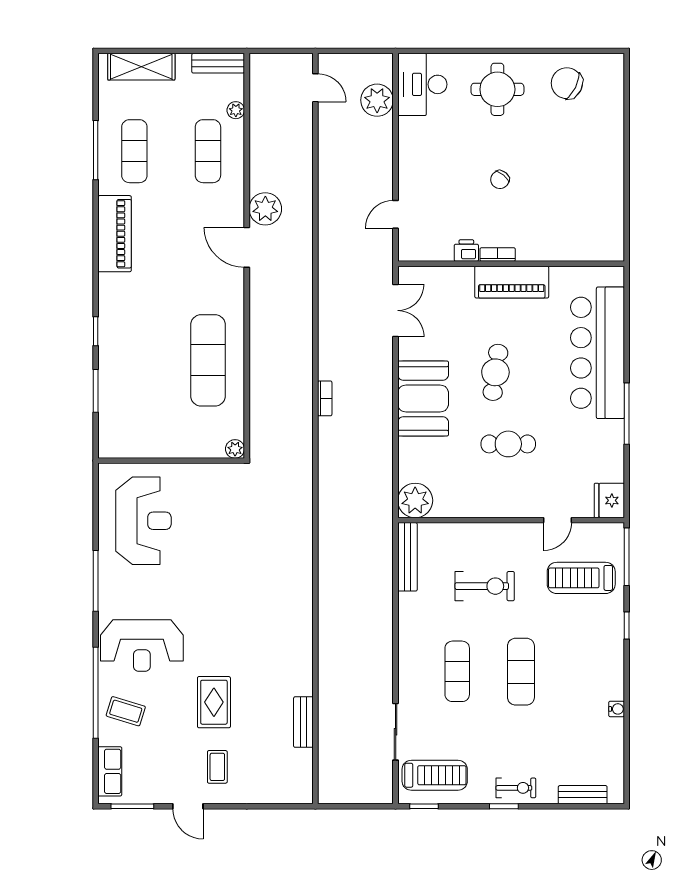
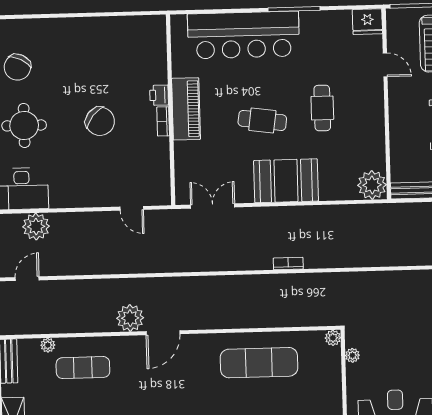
chair: (500, 180) -> (100, 121), width x1.87, depth x1.87
printer: (466, 251) -> (159, 95), moved
plant: (214, 472) -> (352, 355), added

